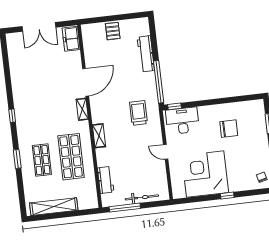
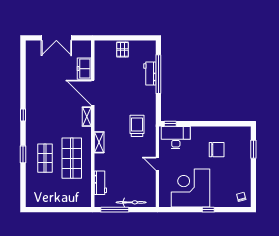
freezer: (71, 39) -> (84, 69), moved
workbench: (146, 54) -> (150, 73), width x0.73
door: (86, 82) -> (93, 93), swing flipped
window: (159, 82) -> (158, 74), moved
shelving: (54, 207) -> (51, 201), removed

